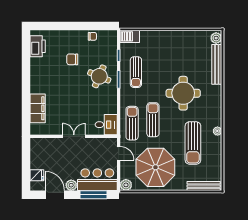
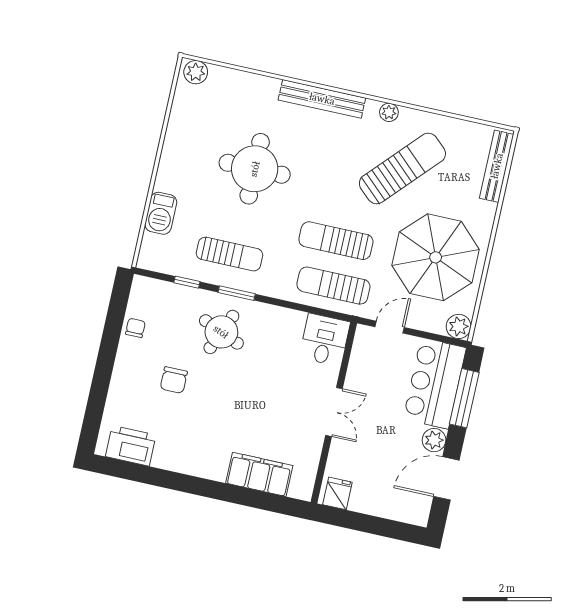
barbecue: (130, 36) -> (161, 213), moved
bench: (217, 64) -> (322, 99), moved
round table: (183, 93) -> (255, 169), moved
double door: (74, 136) -> (334, 412), swing flipped
sun lounger: (193, 143) -> (402, 168), turned -47
fridge: (37, 175) -> (337, 493), moved

